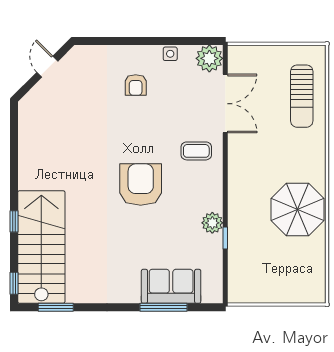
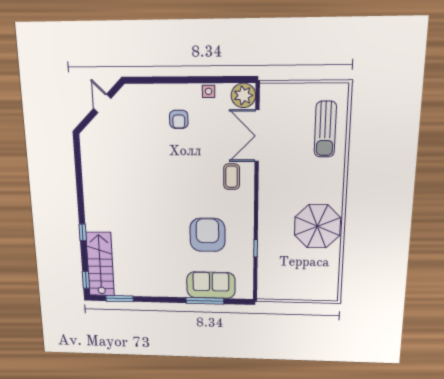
double door: (225, 104) -> (257, 136), swing flipped
coffee table: (196, 151) -> (232, 177), turned 90
armchair: (141, 185) -> (207, 235), moved
plant: (212, 223) -> (245, 236), removed
stairs: (41, 247) -> (100, 264), width x0.73, depth x0.66

